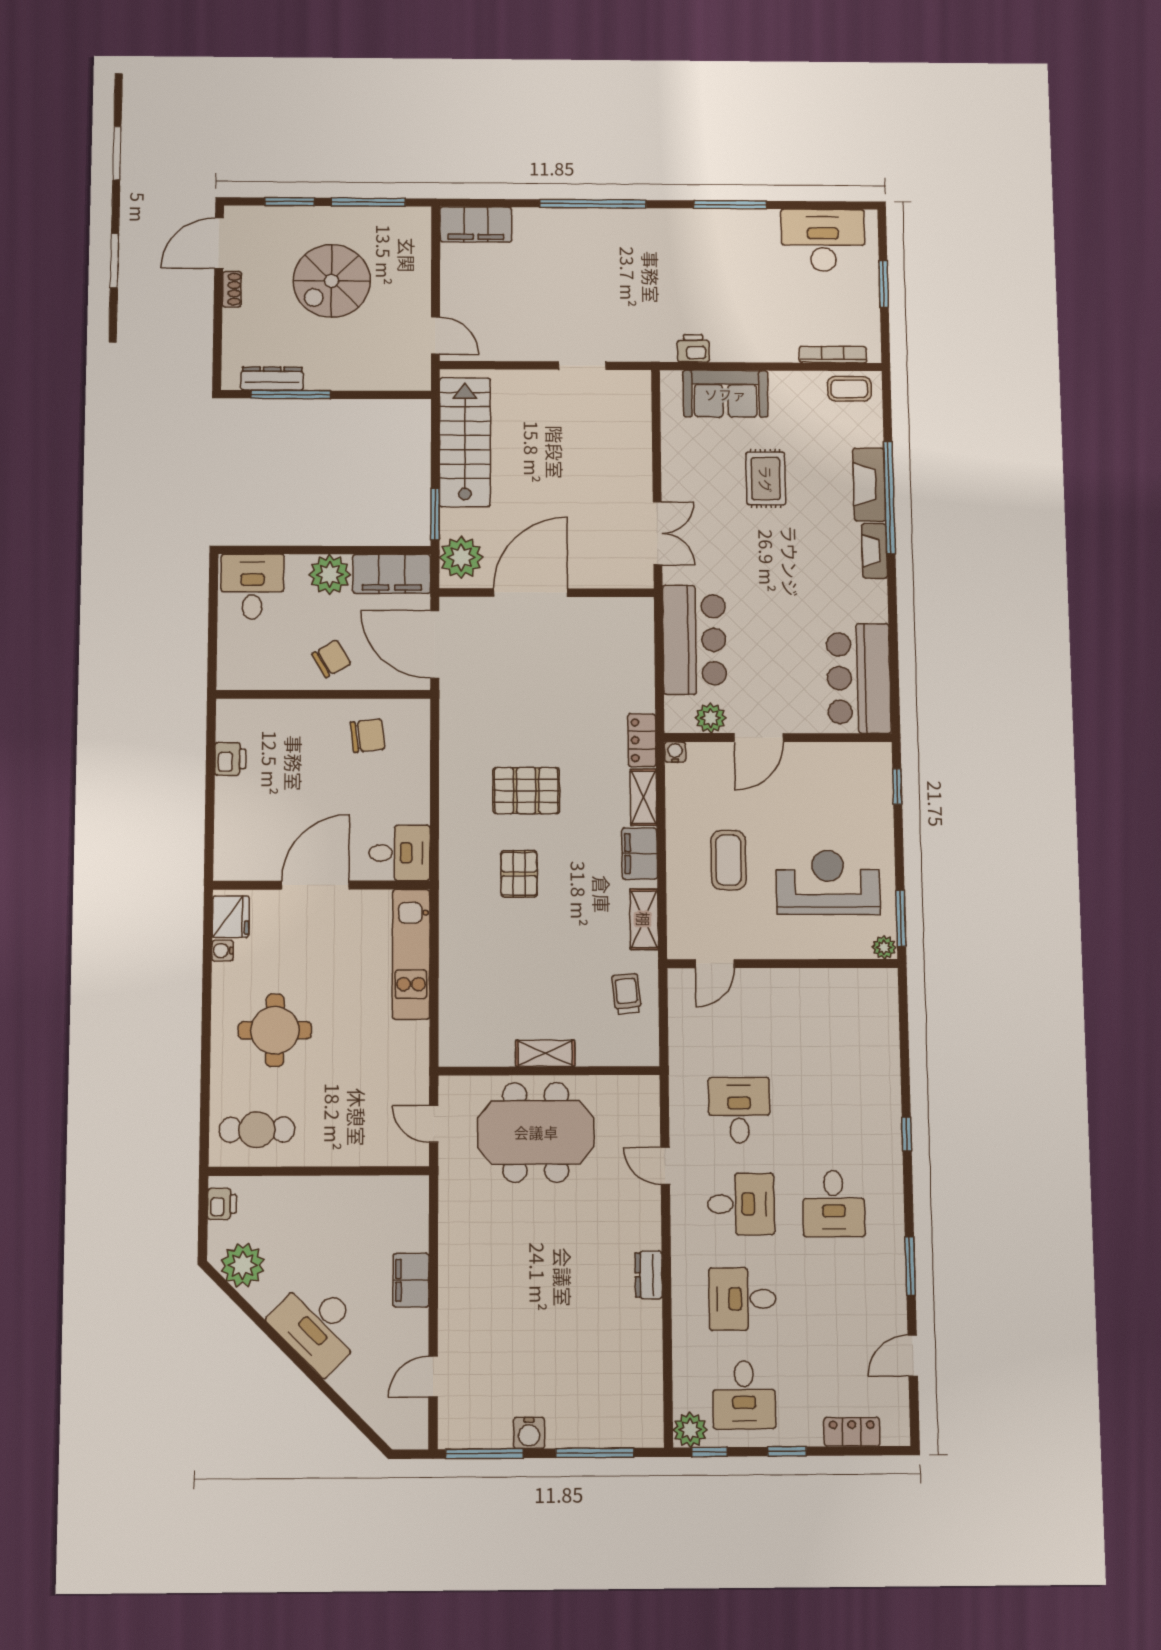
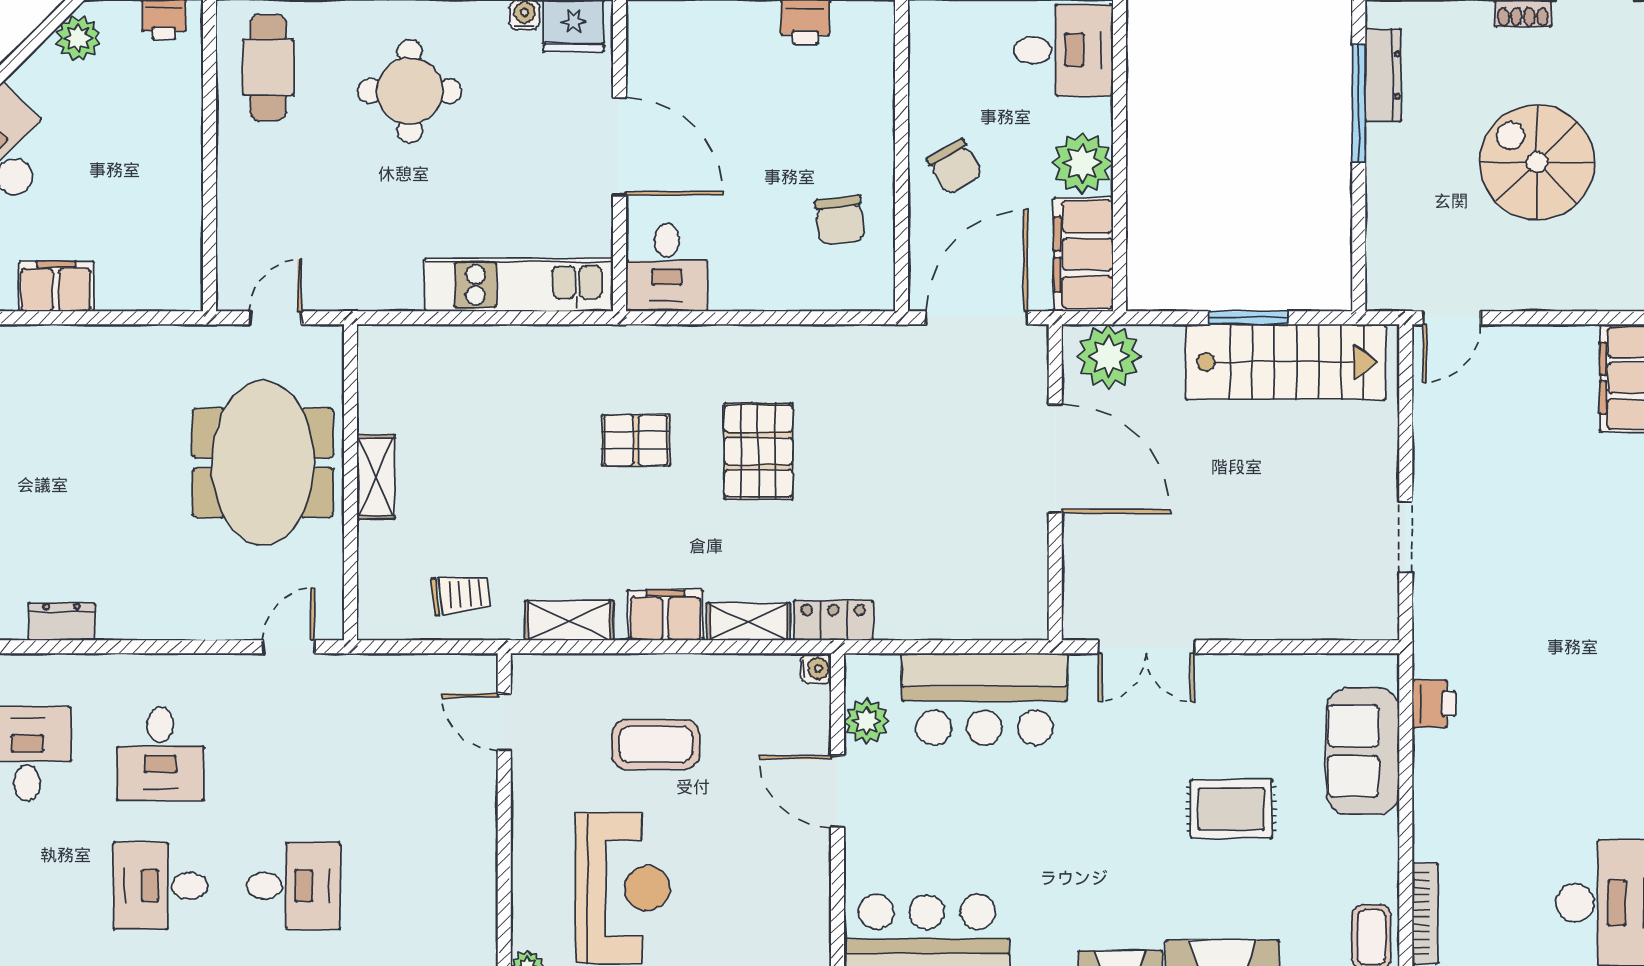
window: (435, 514) -> (1248, 318), moved
desk: (739, 1110) -> (293, 886), moved
door: (665, 1166) -> (289, 647), moved
plant: (243, 1265) -> (78, 38), width x0.73, depth x0.73

